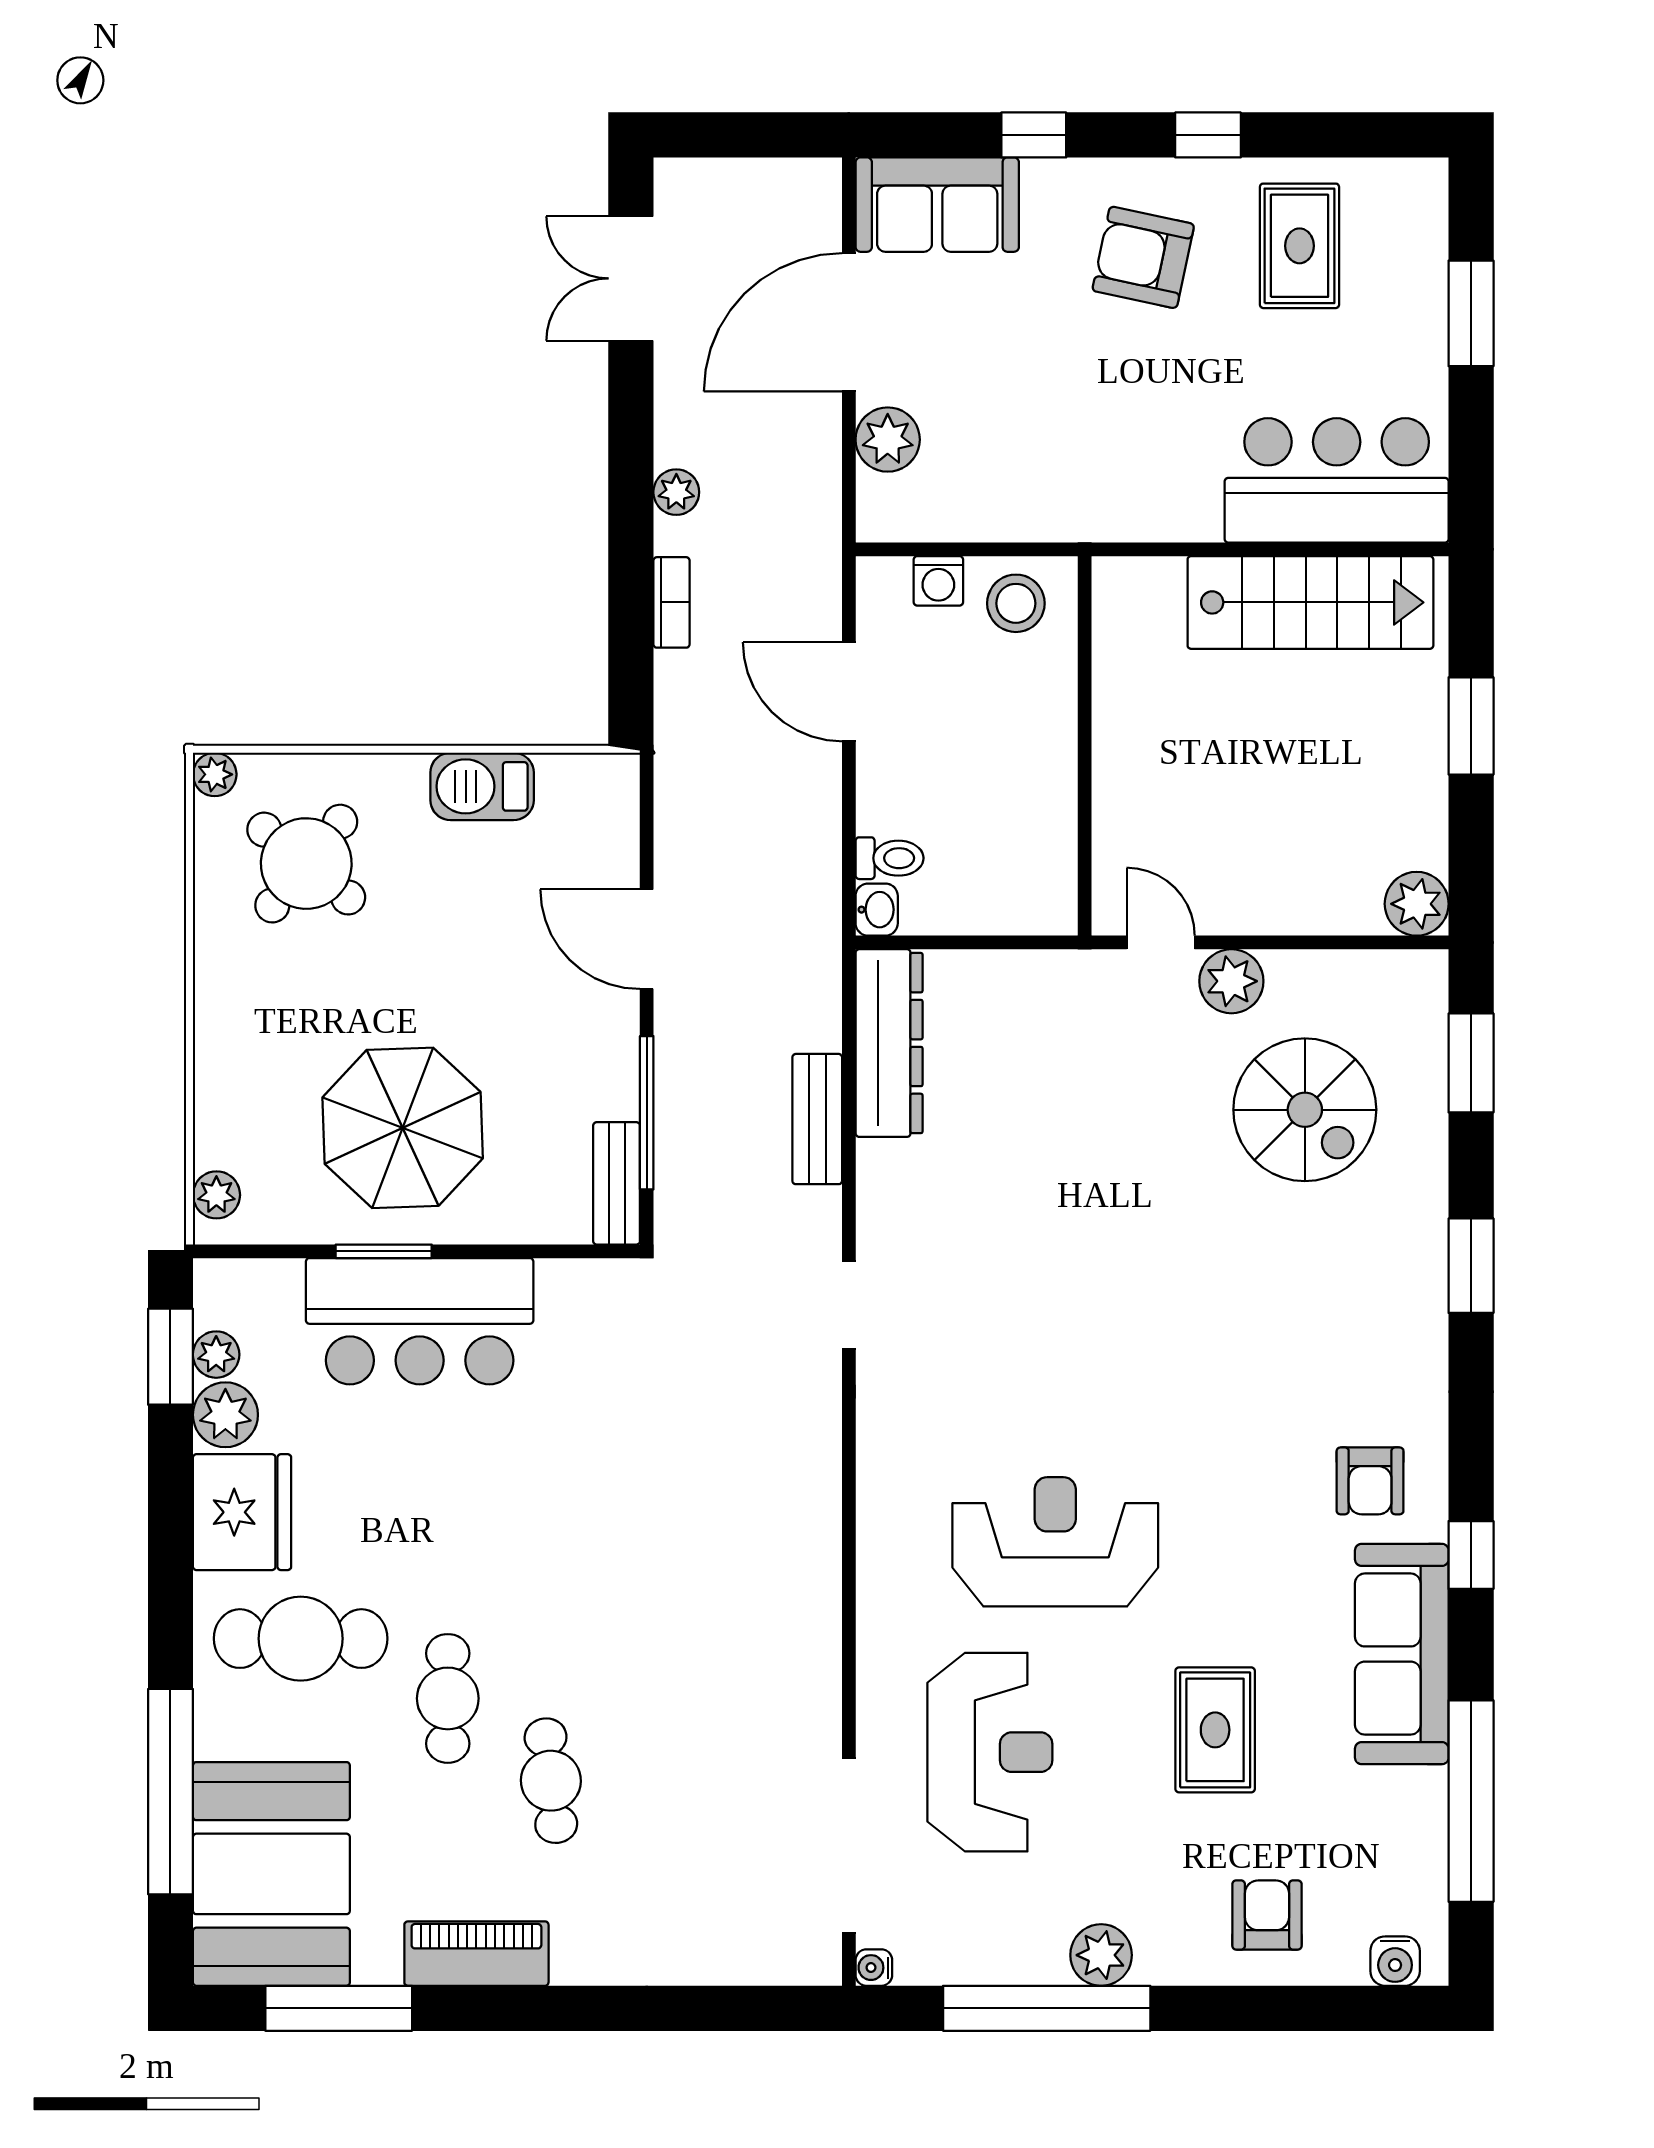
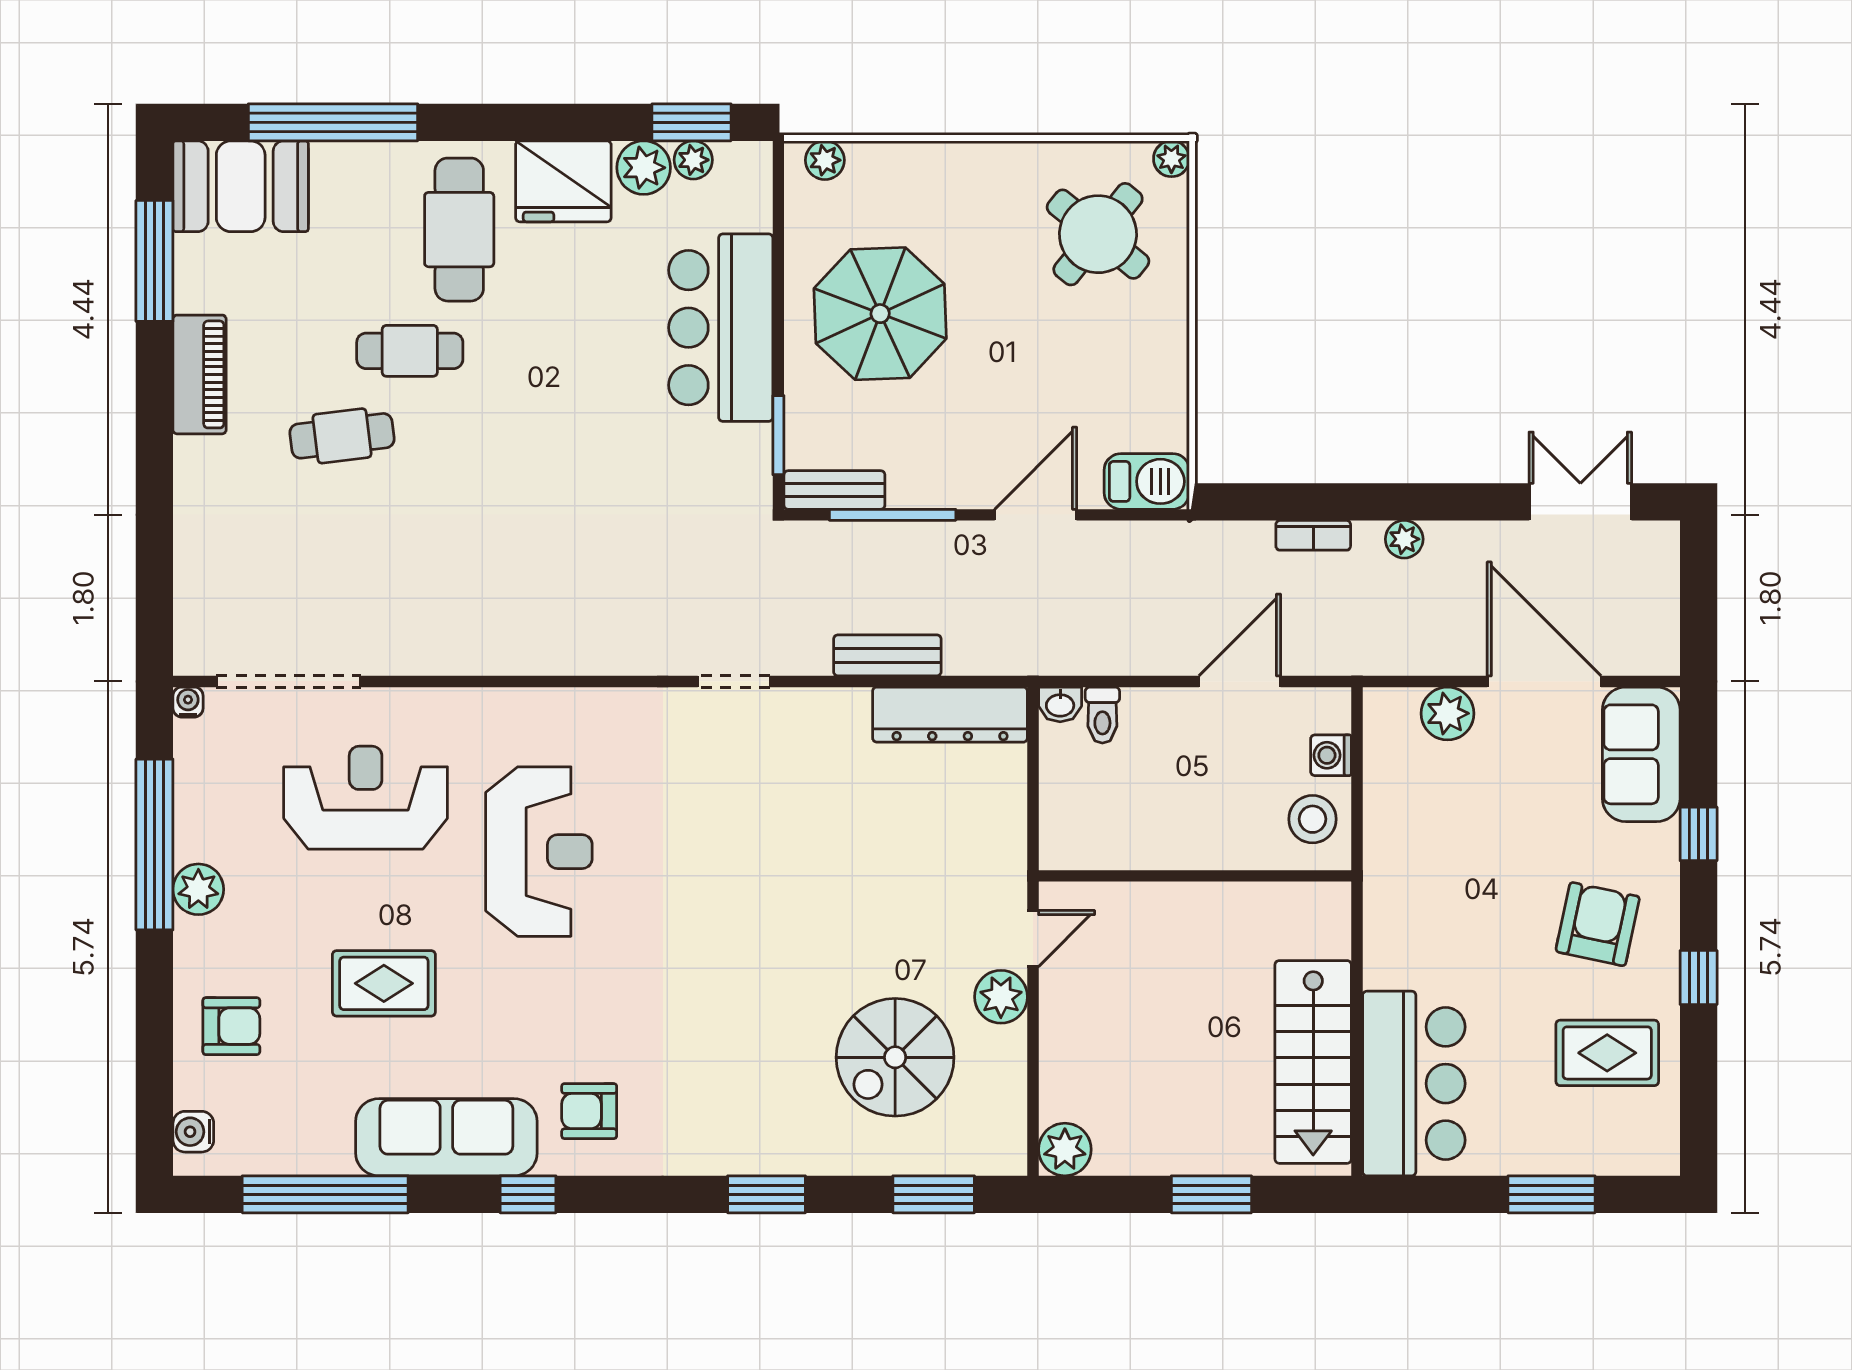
barbecue: (482, 786) -> (1147, 481), moved, turned 90
window: (384, 1251) -> (778, 435), moved
reception desk: (990, 1752) -> (366, 798), turned 180
booth: (271, 1874) -> (241, 186), width x0.73, depth x0.70

